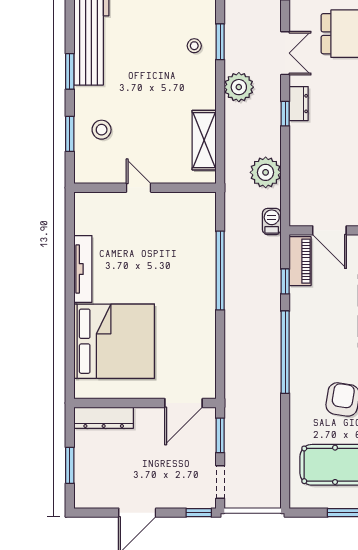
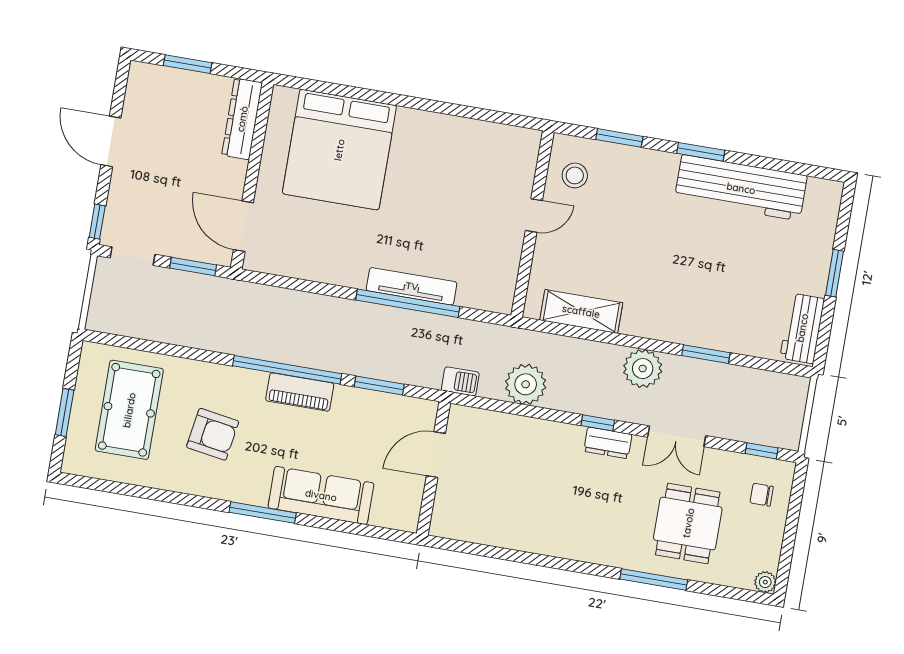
stool: (194, 46) -> (706, 320), removed
stool: (102, 130) -> (575, 175), moved
piano: (300, 261) -> (300, 392), moved
tv unit: (83, 269) -> (412, 286), moved, turned 180
window: (285, 281) -> (379, 386), width x1.50

